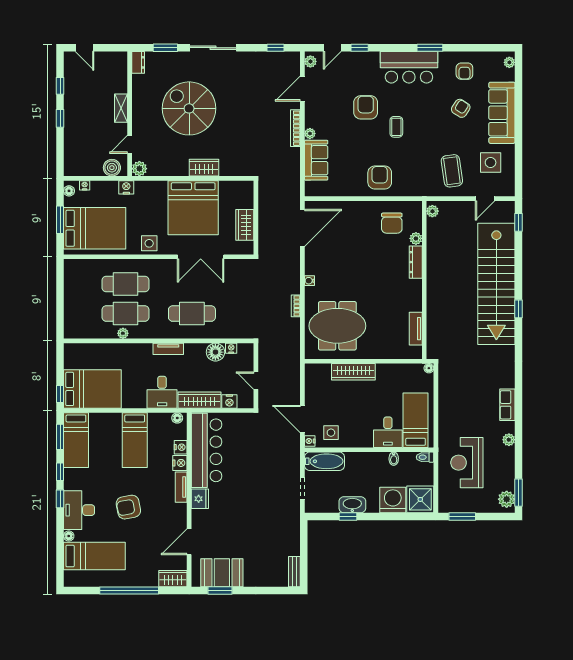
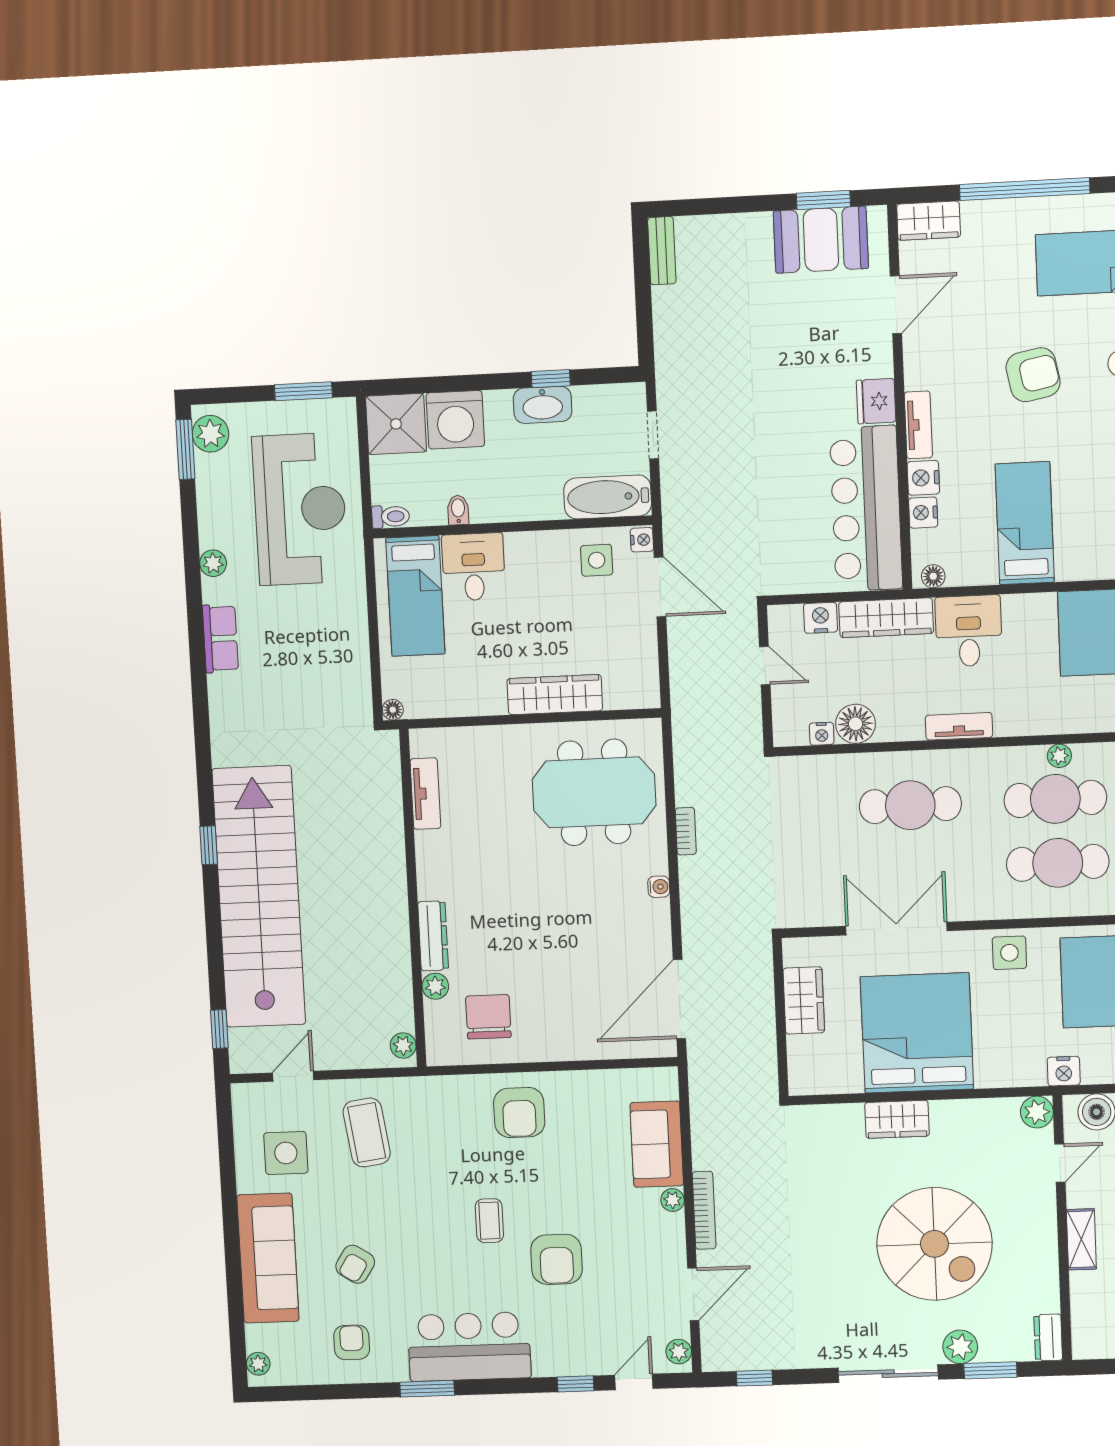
plant: (179, 59) -> (960, 1347), added
reception desk: (467, 463) -> (300, 509), width x1.36, depth x1.30

